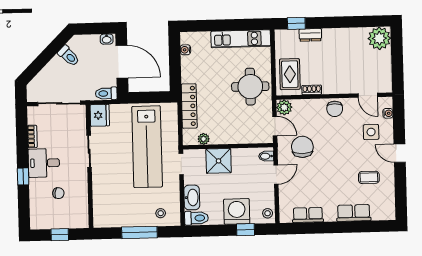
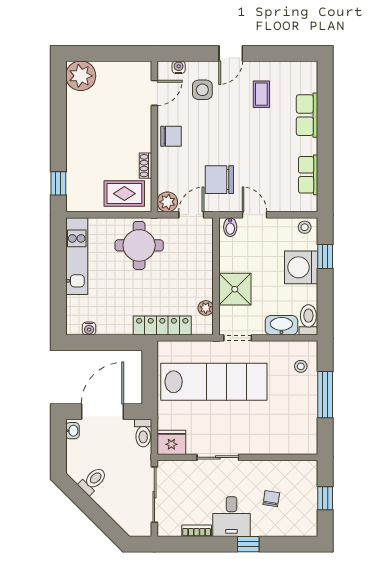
dresser: (310, 35) -> (74, 165), removed

